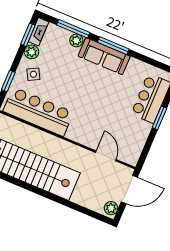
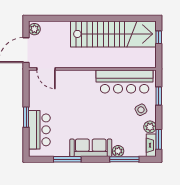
window: (113, 46) -> (67, 159), moved
door: (106, 156) -> (46, 69), moved

